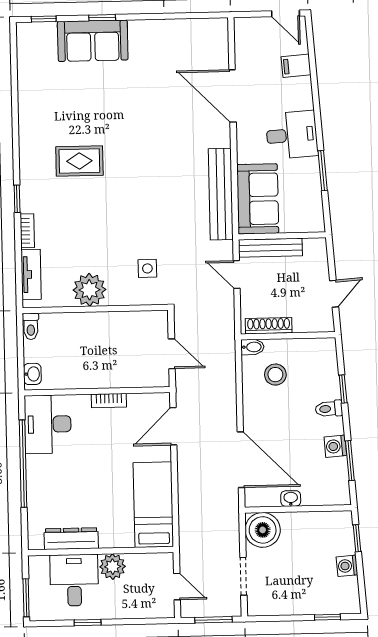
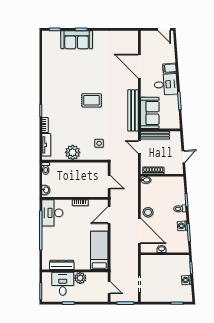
filing cabinet: (296, 66) -> (169, 68), moved
rug: (79, 161) -> (92, 100), moved
stool: (275, 375) -> (148, 212), moved
boiler: (263, 530) -> (149, 263), removed

